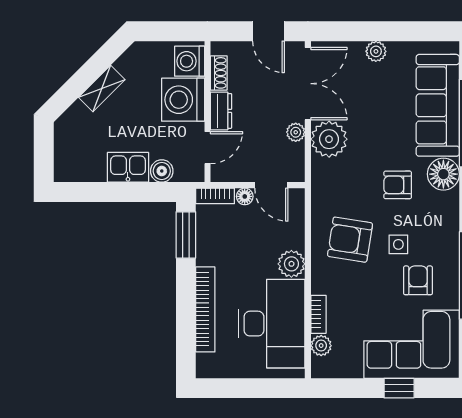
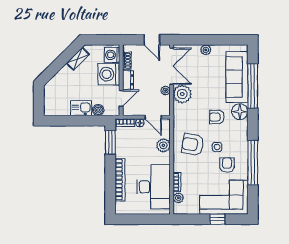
shelving: (102, 89) -> (78, 59), moved
plant: (291, 264) -> (163, 145), moved

